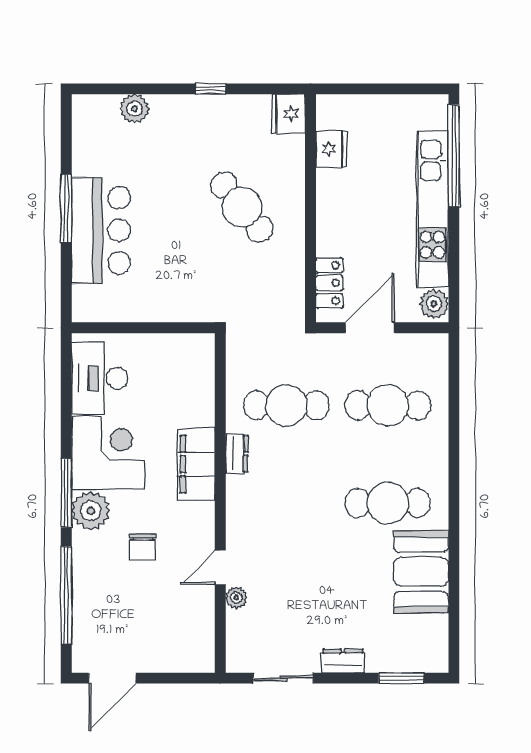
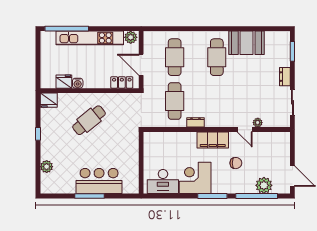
water cooler: (328, 181) -> (78, 83), added
filing cabinet: (196, 464) -> (213, 140), moved
plant: (91, 511) -> (264, 185), moved

